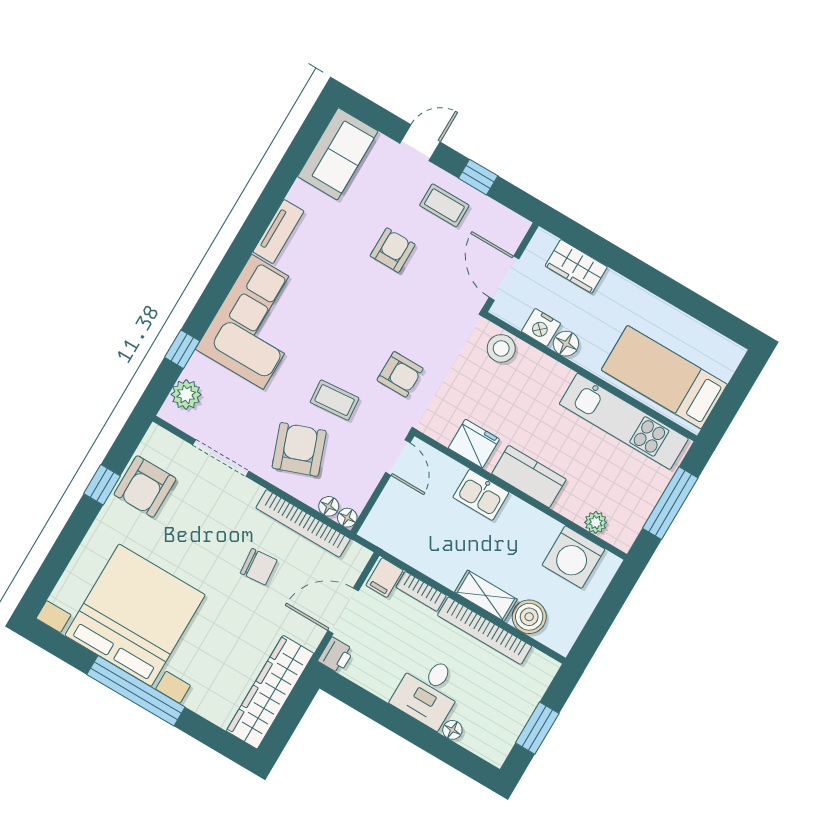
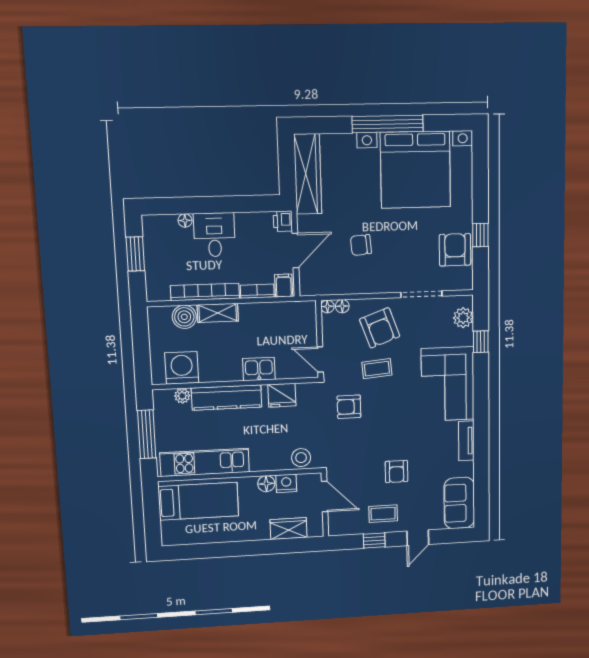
kitchen counter: (529, 477) -> (227, 398), width x1.50
bookcase: (303, 523) -> (351, 287), removed

